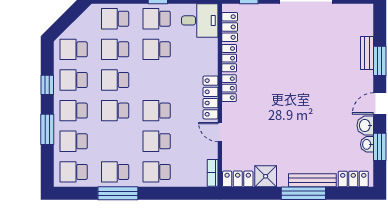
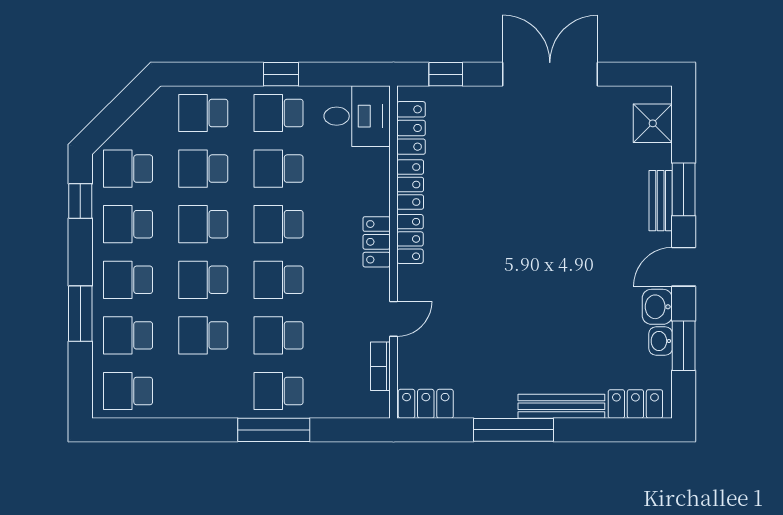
bench: (367, 53) -> (661, 201), moved
school desk: (157, 80) -> (279, 224), added
window: (47, 85) -> (80, 201), moved
locker: (211, 97) -> (377, 242), width x0.66
door: (220, 132) -> (393, 319), swing flipped
school desk: (115, 172) -> (203, 335), moved
bookcase: (213, 173) -> (380, 366), moved
shower: (266, 176) -> (653, 123), moved
window: (118, 193) -> (274, 430), moved
window: (303, 193) -> (514, 430), moved

